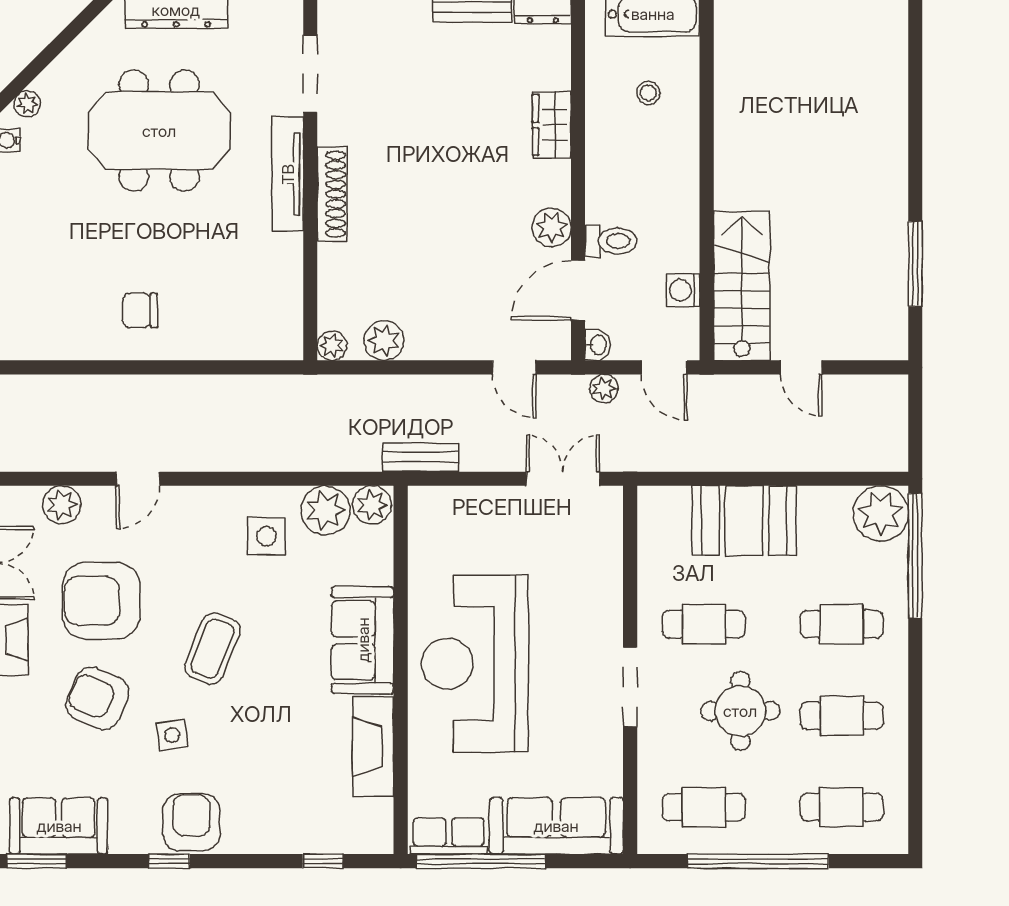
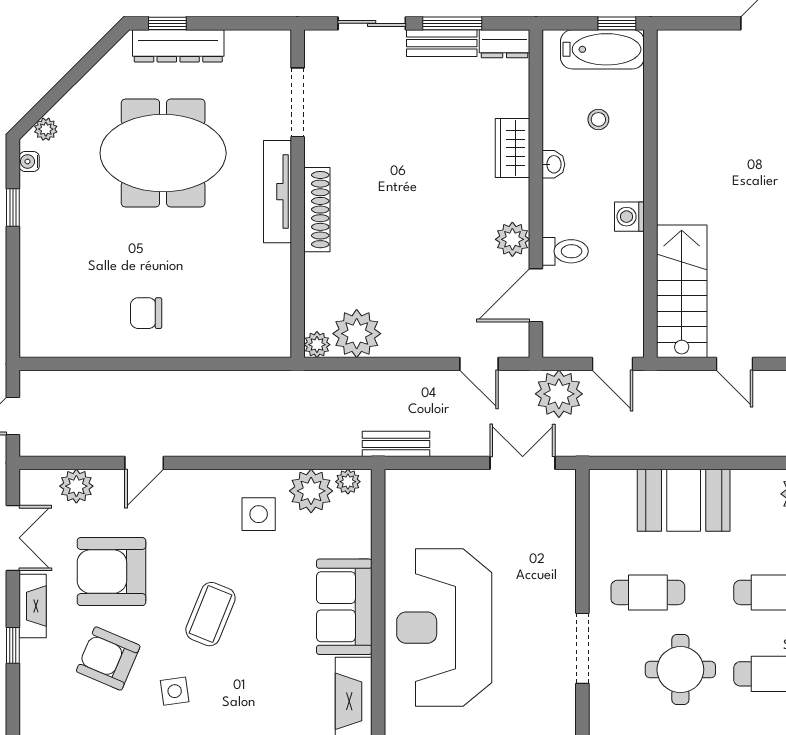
washing machine: (683, 290) -> (629, 217), moved
plant: (384, 341) -> (357, 334), width x1.36, depth x1.36
washbasin: (598, 345) -> (553, 164), moved
plant: (604, 389) -> (559, 394), width x1.87, depth x1.87
plant: (372, 505) -> (348, 482), width x0.73, depth x0.73

